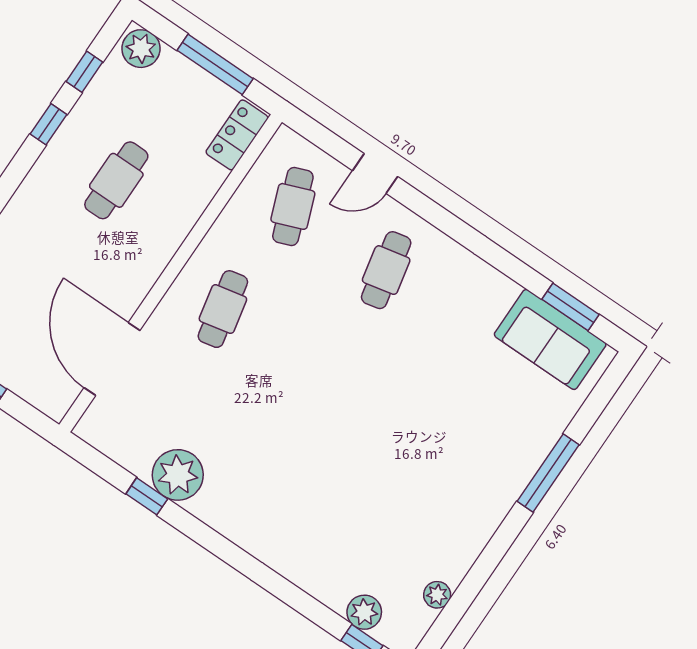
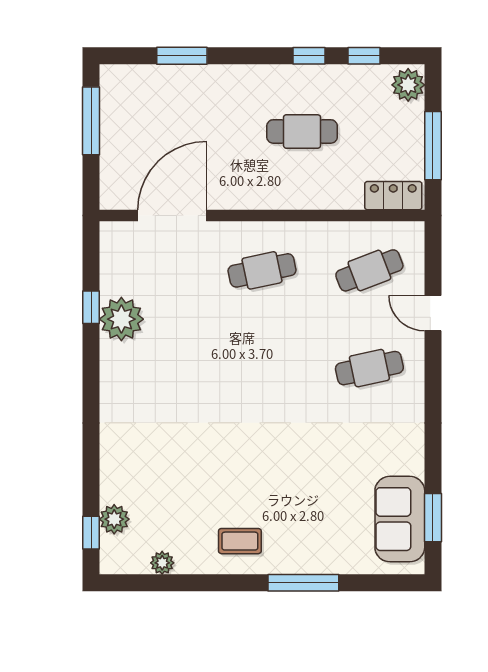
coffee table: (467, 506) -> (240, 541), added

